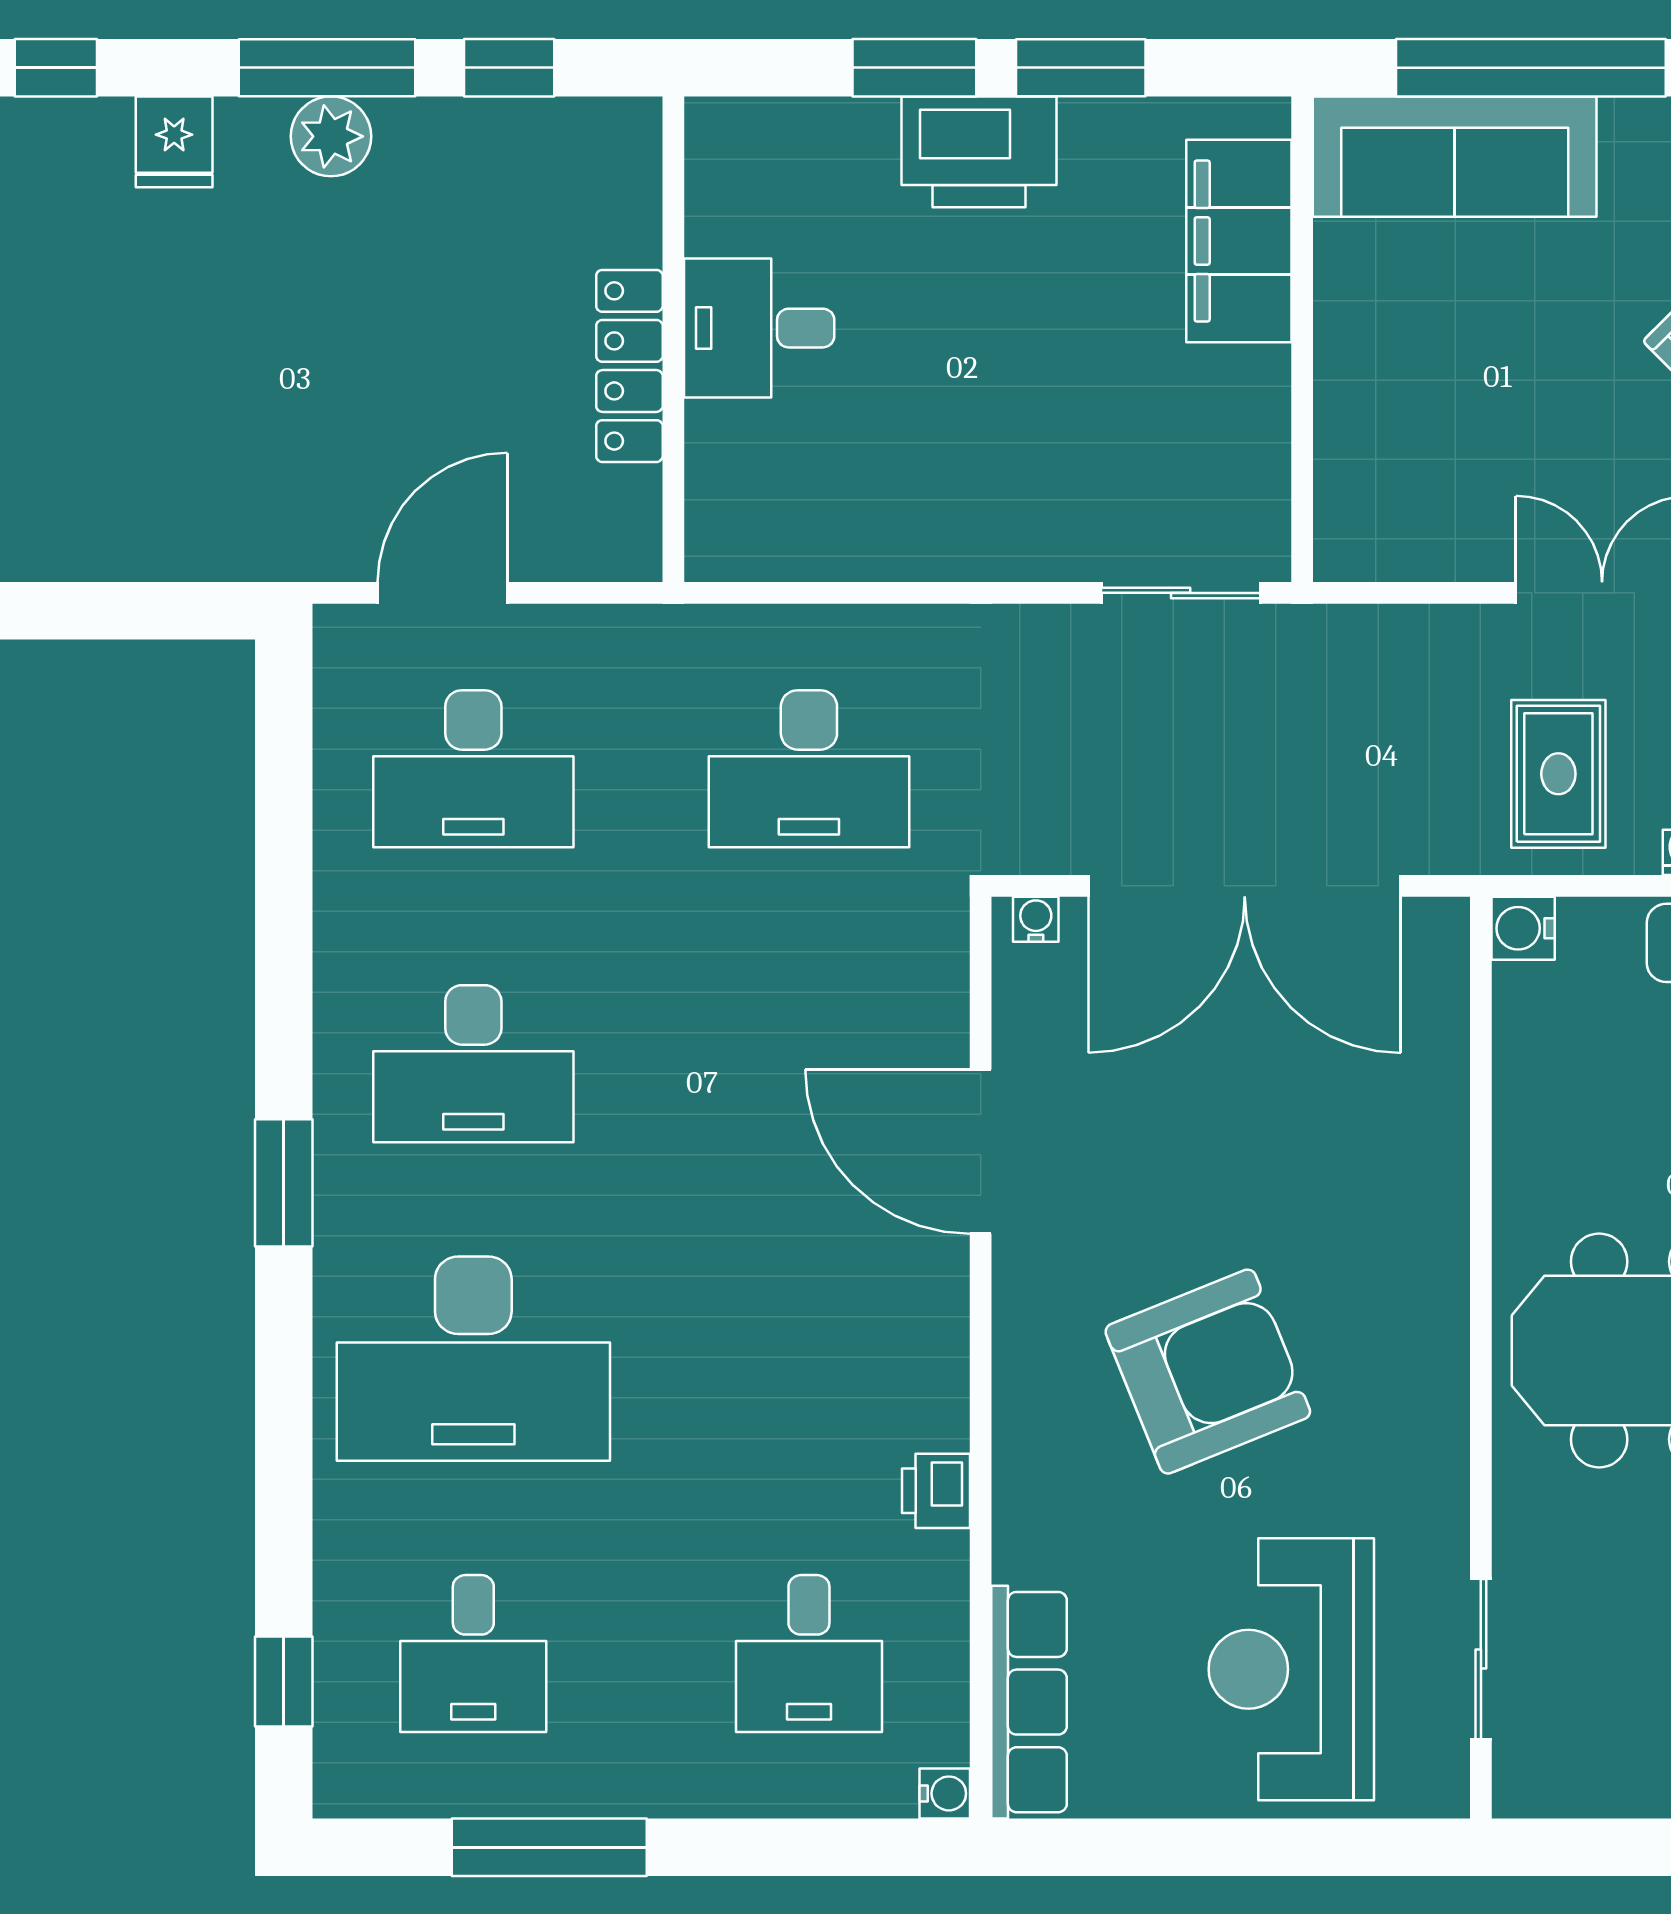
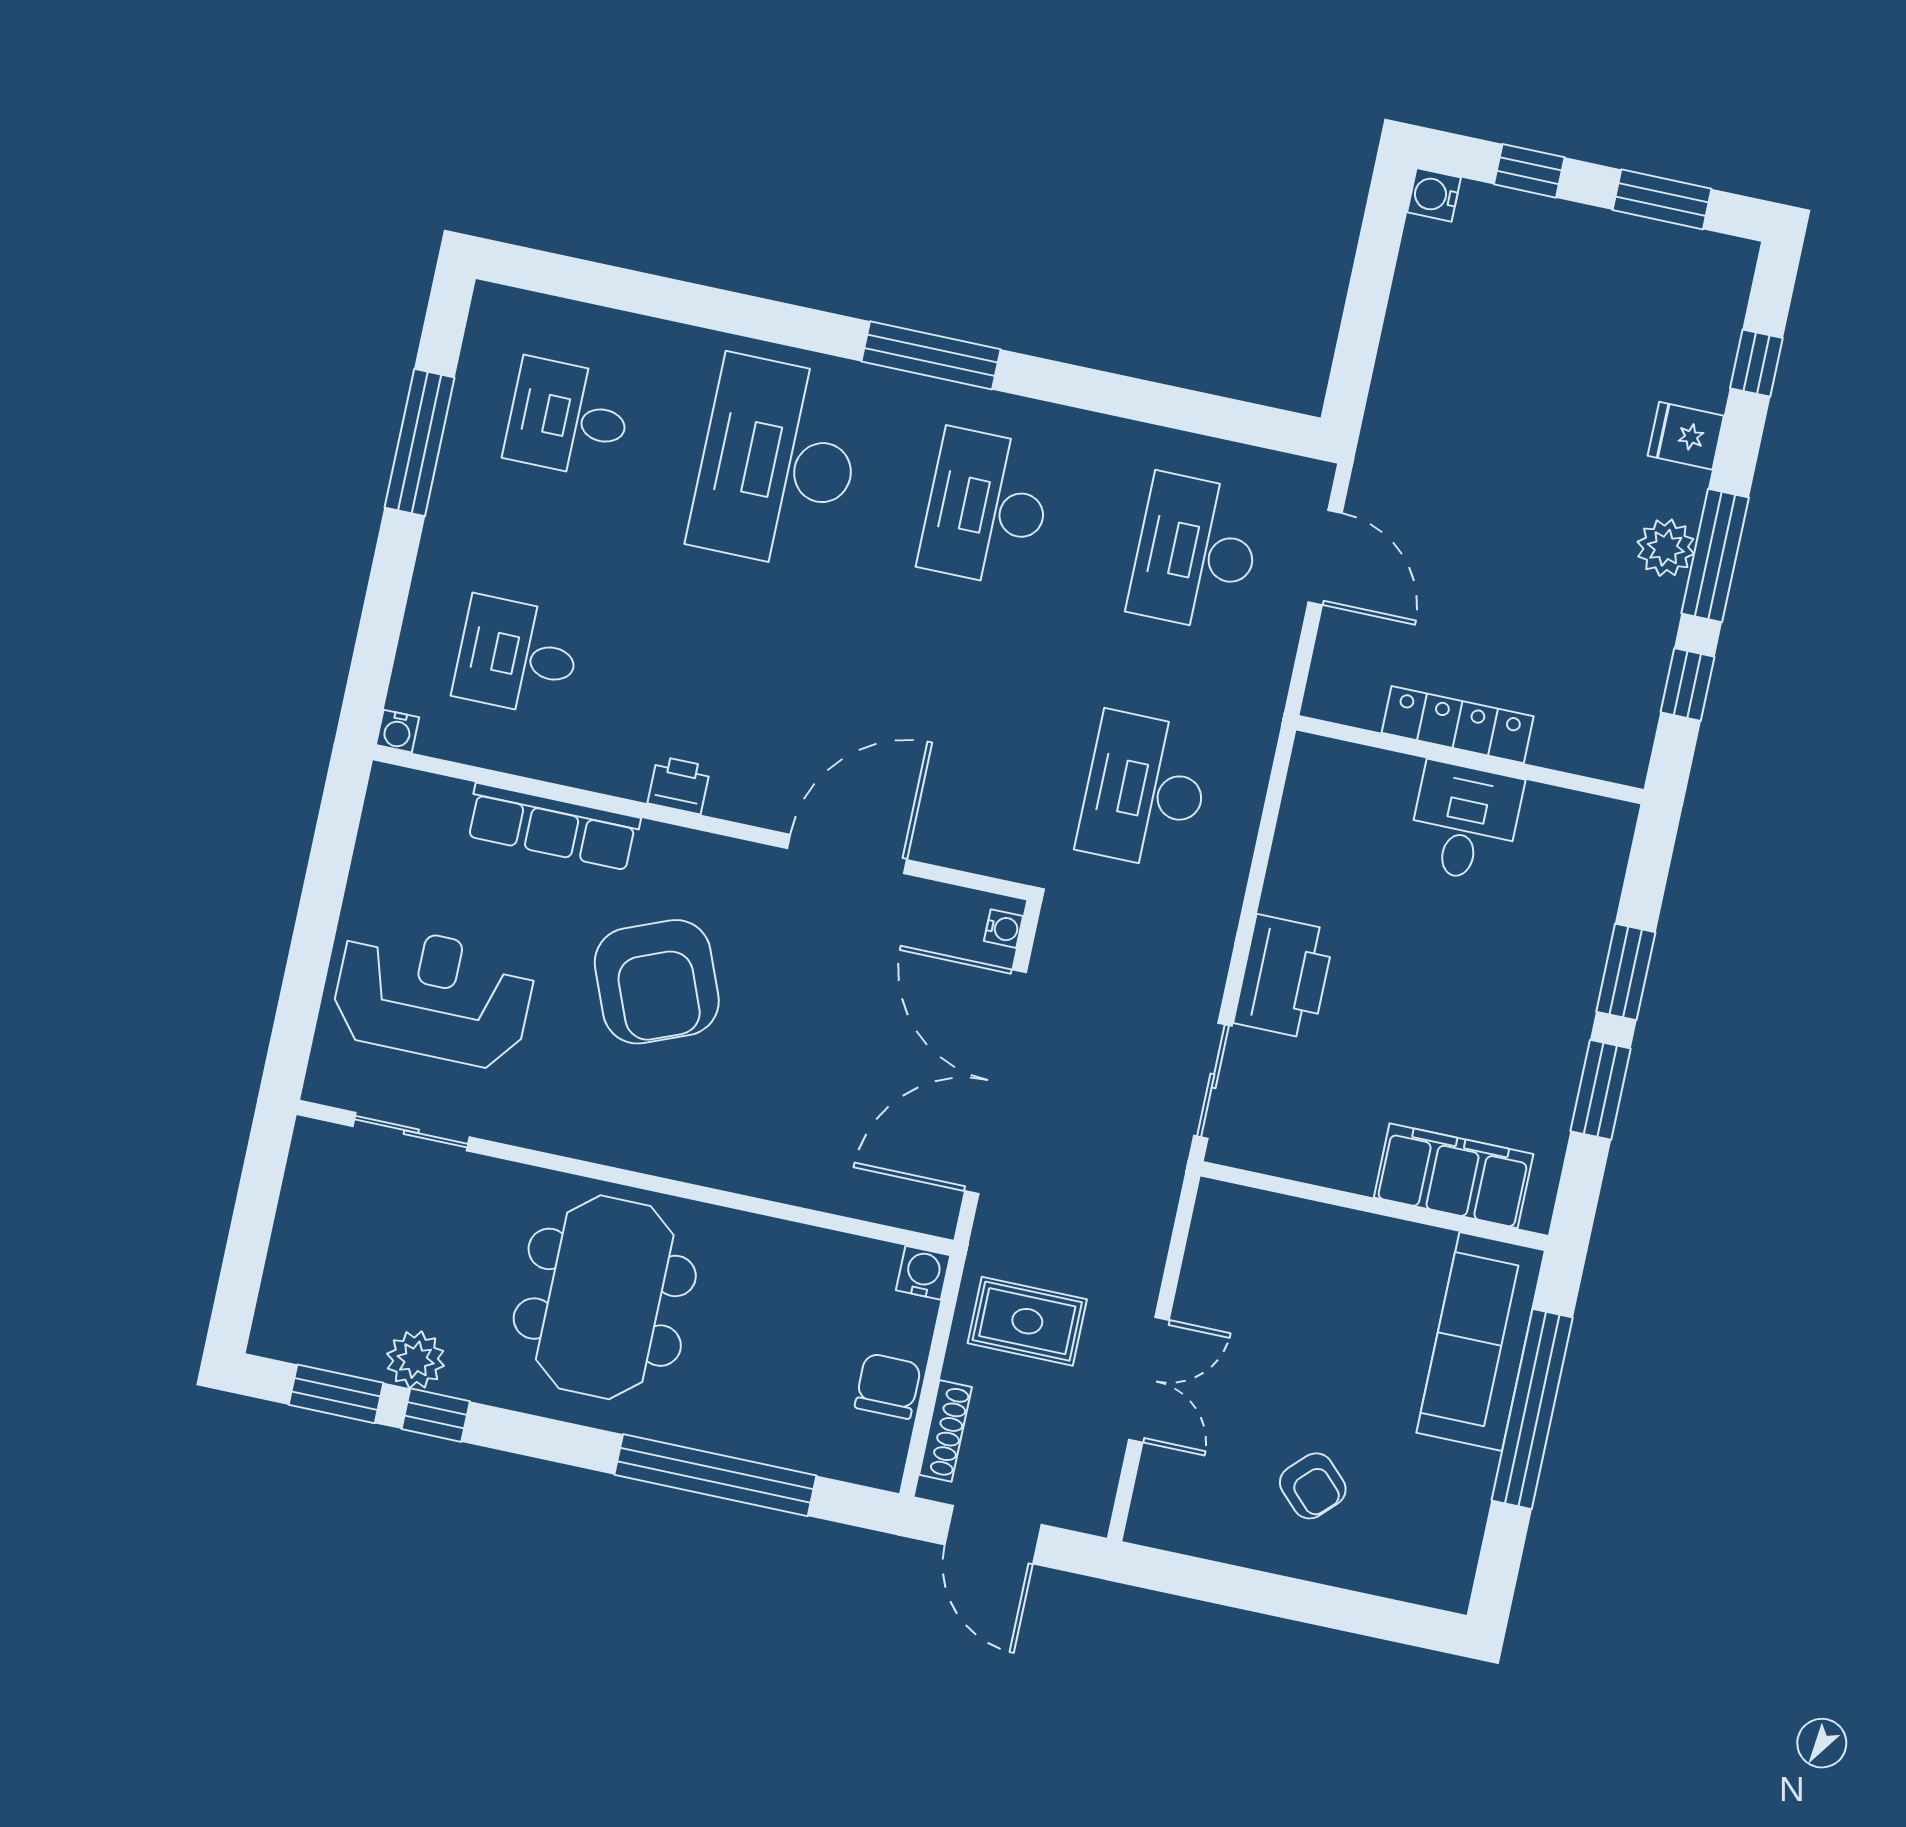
printer: (979, 152) -> (1284, 977), moved, turned 180
window: (284, 1183) -> (931, 355), width x1.44
printer: (936, 1491) -> (679, 785), moved
window: (284, 1681) -> (577, 279), removed
row of seats: (1029, 1702) -> (553, 827), moved

